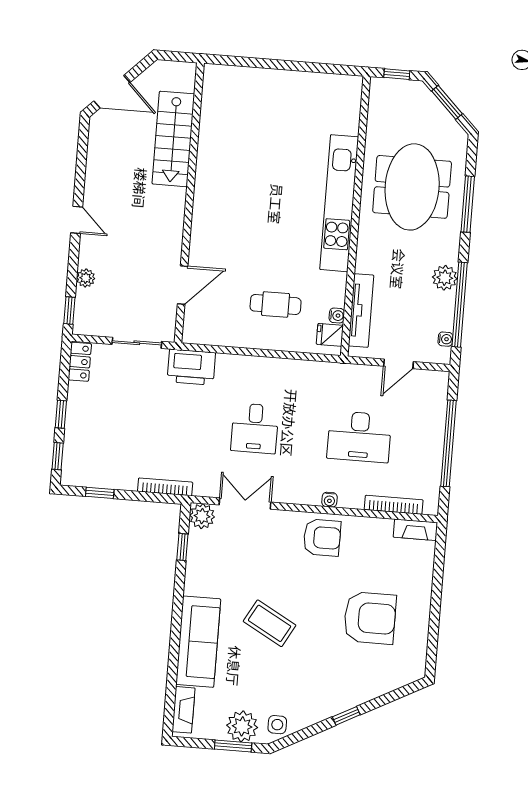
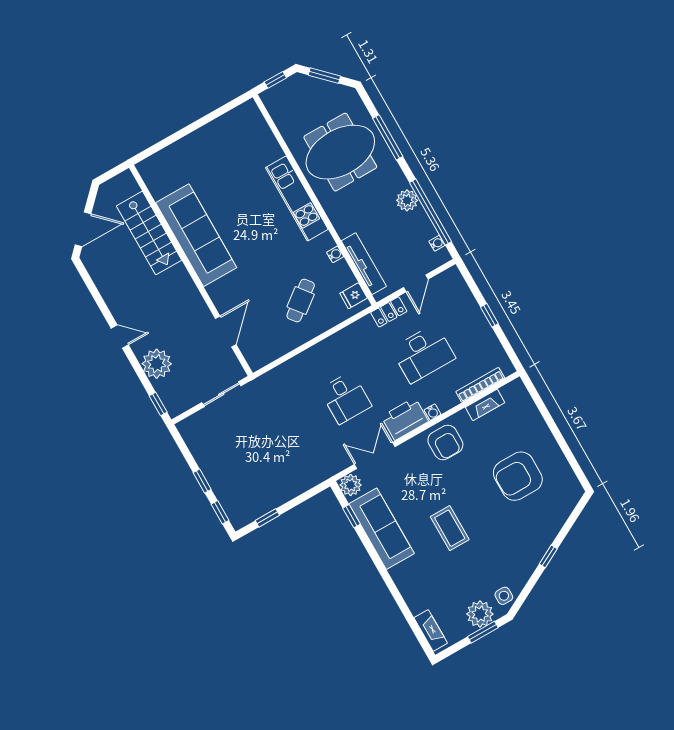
sofa: (218, 172) -> (196, 235), added
meeting table: (412, 187) -> (340, 152), turned 90
kitchen unit: (339, 203) -> (297, 199), width x0.73
plant: (86, 278) -> (157, 364), width x1.88, depth x1.88
cafe table: (276, 304) -> (301, 301), turned -38
water cooler: (337, 315) -> (335, 254), moved
locker: (80, 362) -> (389, 312), moved, turned 90
printer: (191, 367) -> (405, 419), moved, turned 180
window: (448, 443) -> (489, 315), width x0.32
bookcase: (165, 487) -> (310, 482), removed
fireplace: (415, 530) -> (485, 405), moved
armchair: (322, 538) -> (445, 442), turned 90
armchair: (370, 618) -> (518, 476), turned 180
coffee table: (270, 623) -> (450, 528), turned 61
sofa: (198, 642) -> (382, 529), moved

